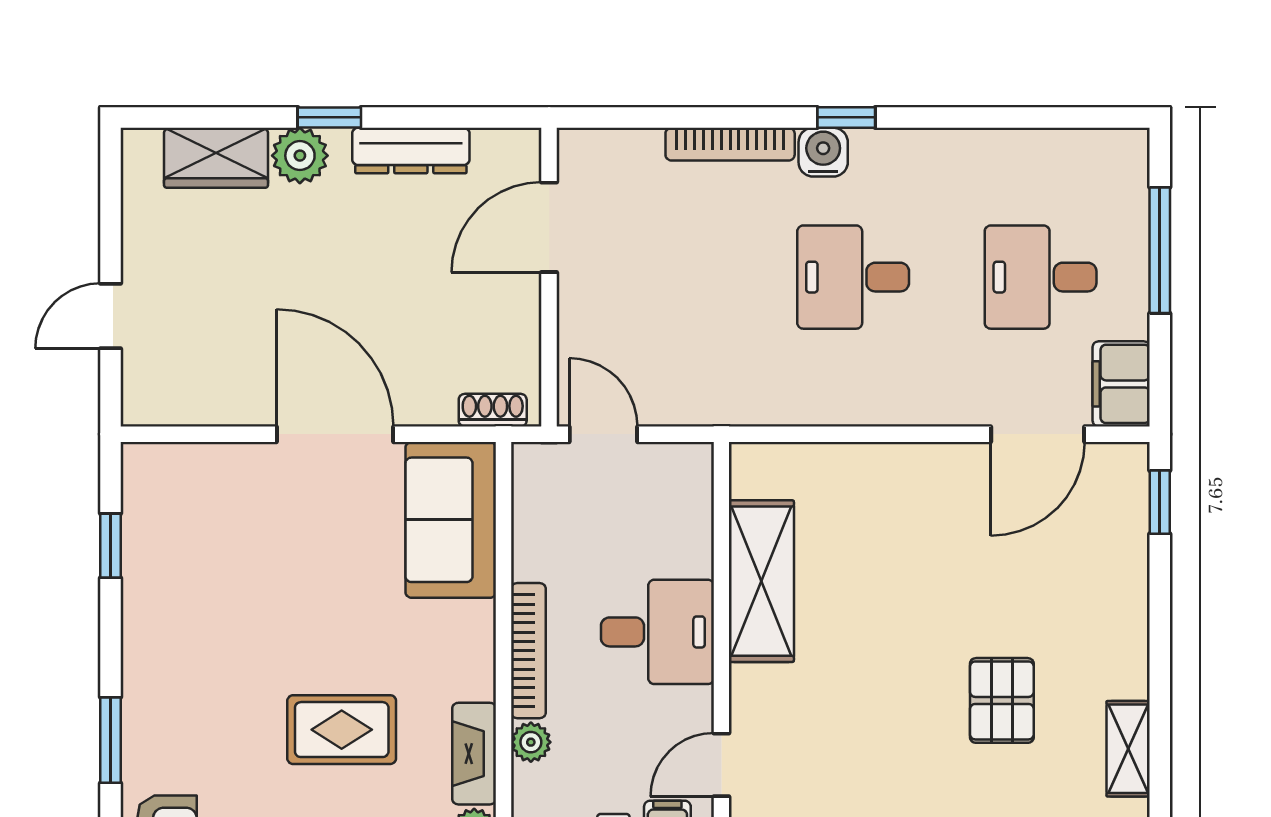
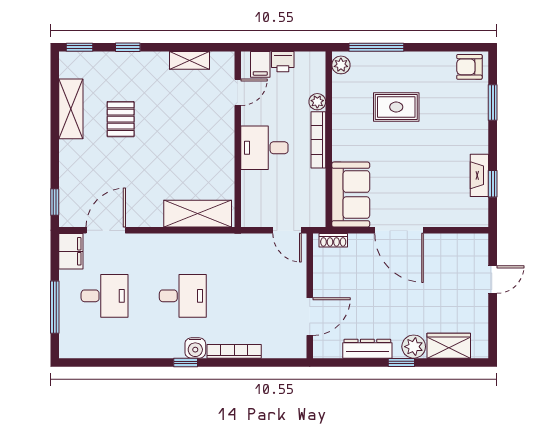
shelving: (761, 581) -> (198, 214), moved, turned 90
shelving: (1128, 749) -> (71, 109), width x1.50, depth x1.33
fireplace: (474, 754) -> (479, 175), moved, turned 180

